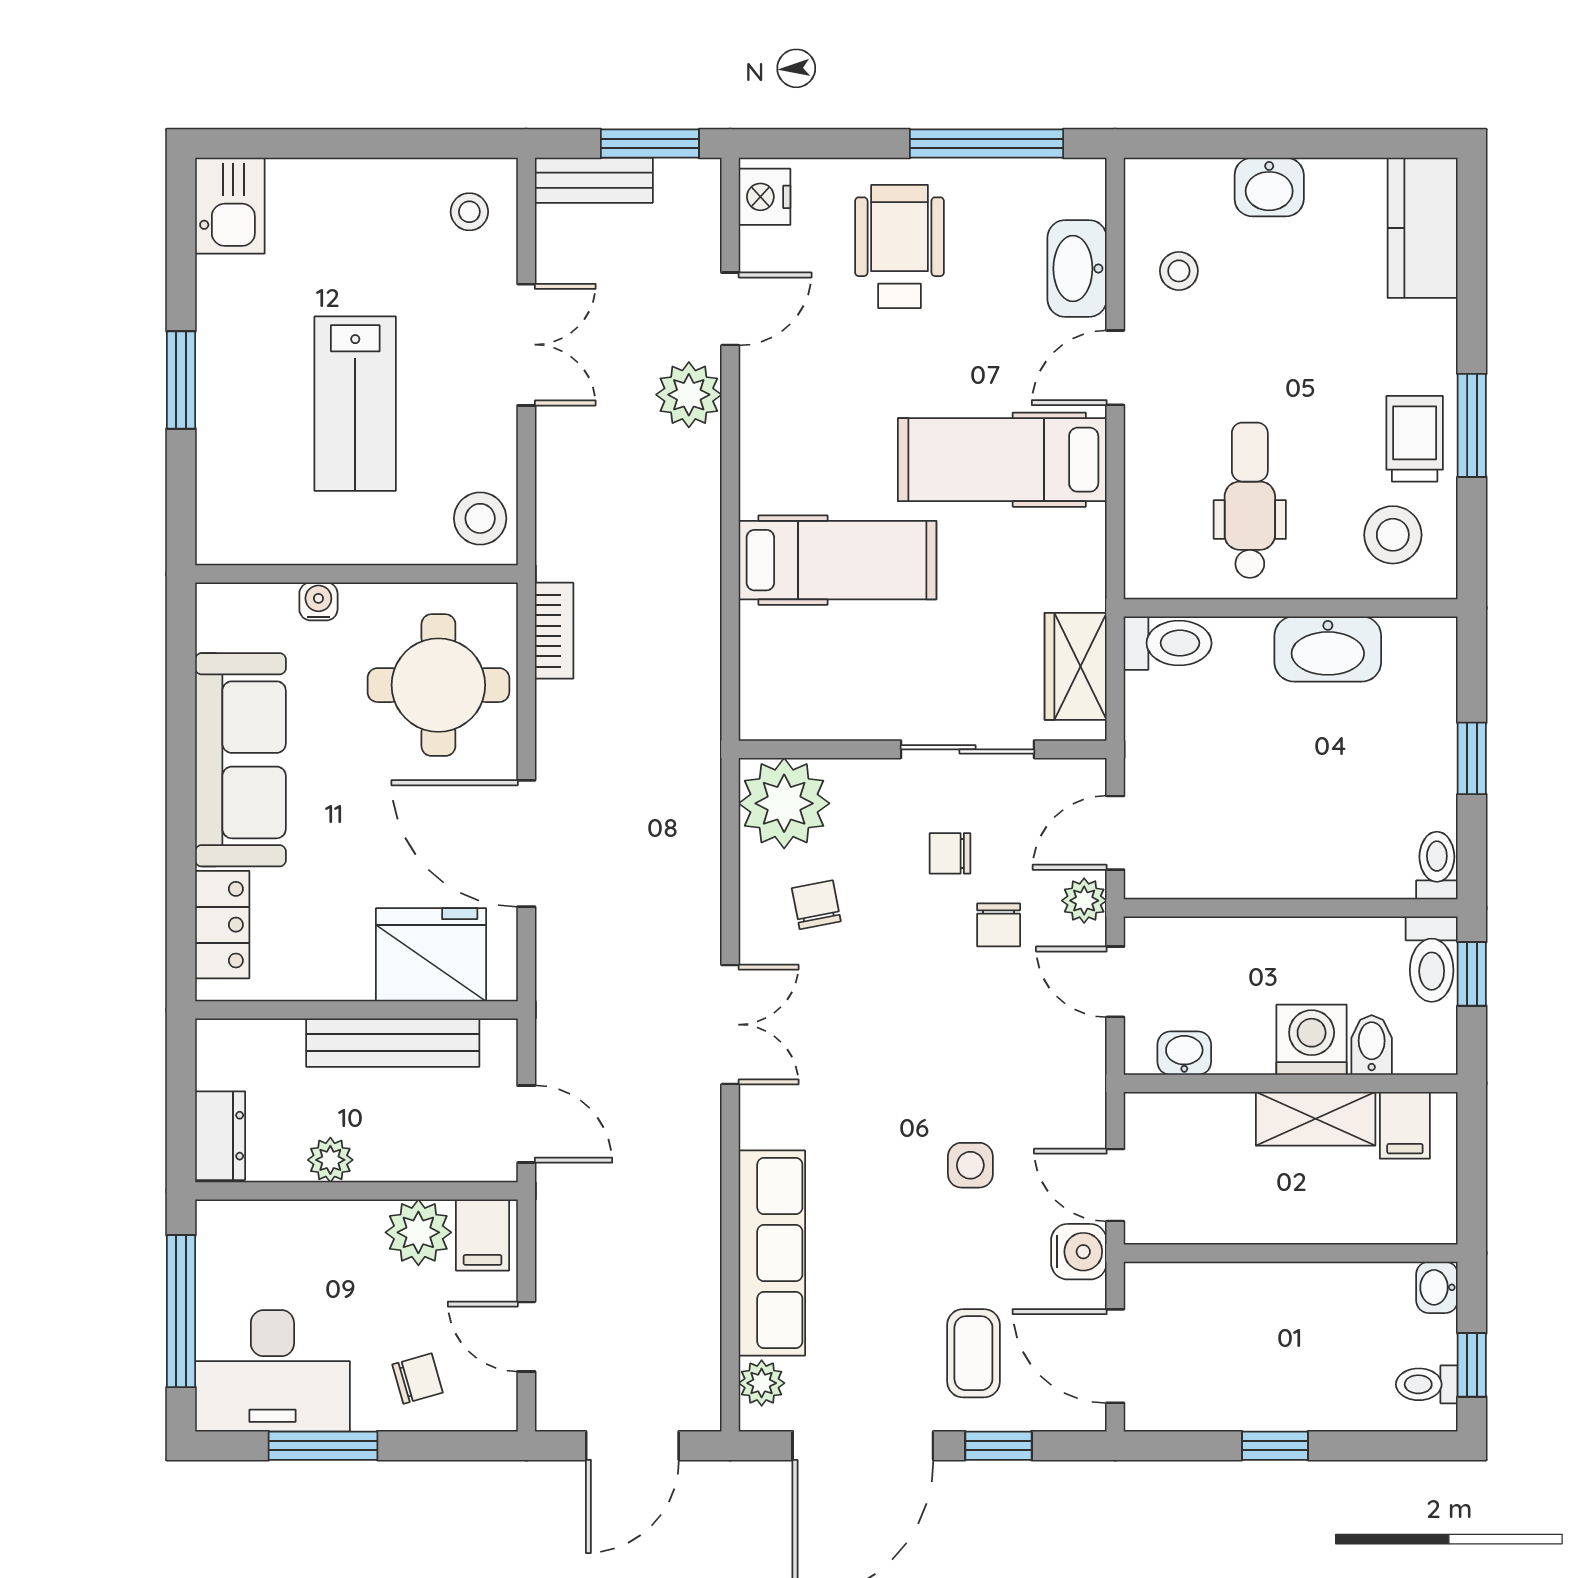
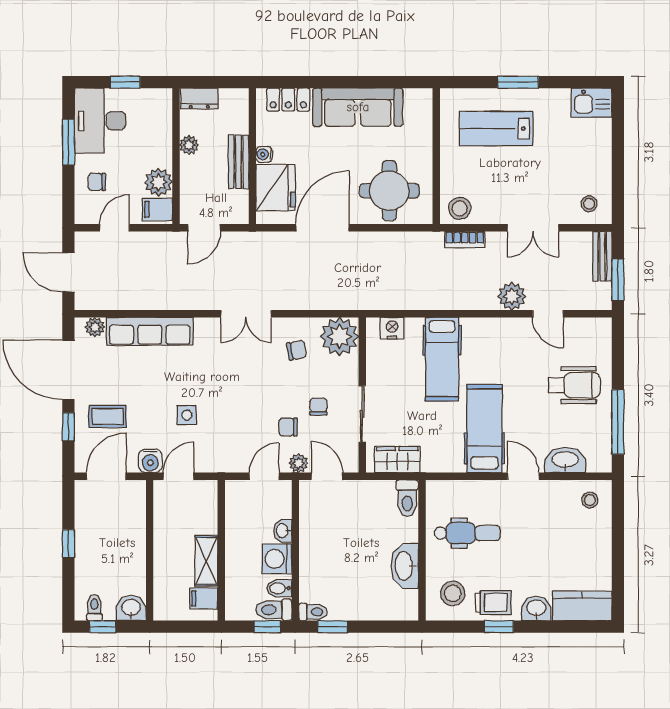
washbasin: (1269, 187) -> (536, 608), moved, turned 90
nightstand: (765, 197) -> (392, 328), moved
stool: (1179, 271) -> (590, 500), moved
lab bench: (355, 404) -> (496, 129), moved
window: (1472, 425) -> (499, 627), width x0.67
water cooler: (318, 601) -> (264, 154), moved, turned 180
bookcase: (554, 631) -> (465, 239), moved
window: (1472, 758) -> (333, 627), moved
washing machine: (1312, 1040) -> (277, 559), moved, turned 180
bench: (393, 1043) -> (239, 162), width x0.73
bidet: (1372, 1045) -> (279, 588), moved, turned 180
washbasin: (1184, 1053) -> (283, 531), moved, turned 180
washbasin: (1437, 1287) -> (131, 608), width x1.38, depth x1.45
window: (181, 1311) -> (125, 82), width x0.46
chair: (418, 1379) -> (97, 182), turned 106

